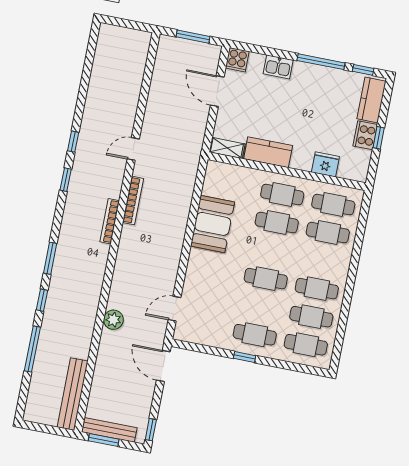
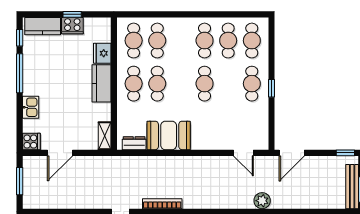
kitchen counter: (268, 152) -> (102, 83), moved
dresser: (211, 181) -> (134, 143), added

